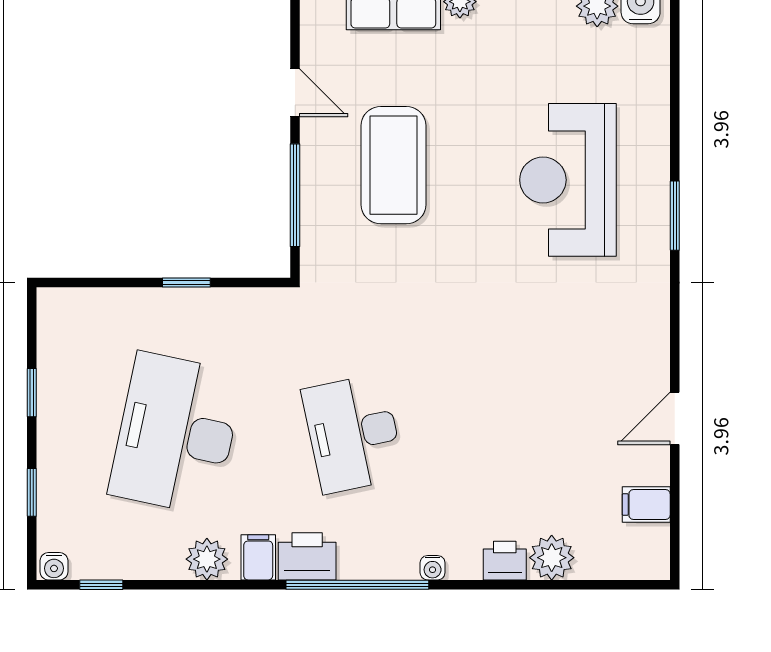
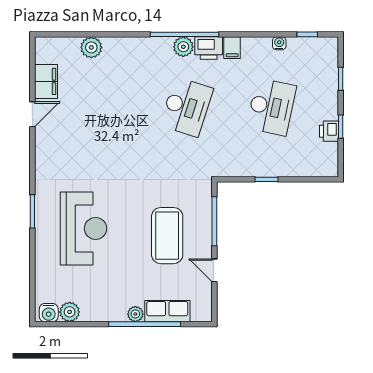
desk: (176, 434) -> (271, 107), width x0.73, depth x0.77
desk: (353, 434) -> (187, 107), turned 30
filing cabinet: (646, 505) -> (46, 81), width x2.00
plant: (207, 559) -> (183, 47), moved
printer: (505, 561) -> (329, 131), moved, turned 90
water cooler: (54, 566) -> (279, 43), moved
water cooler: (433, 568) -> (148, 43), removed

